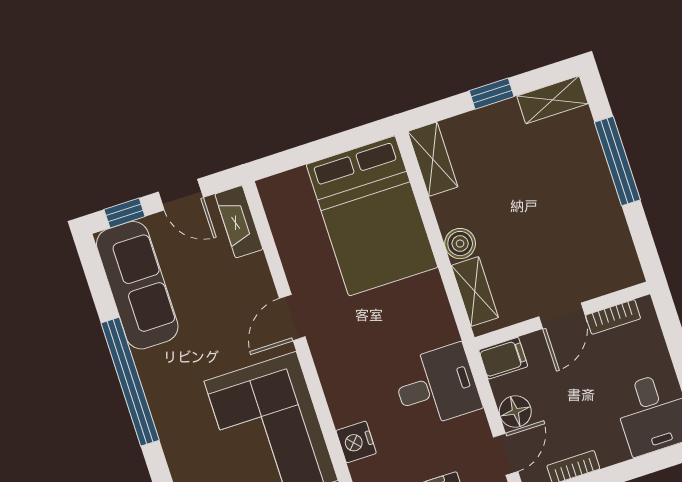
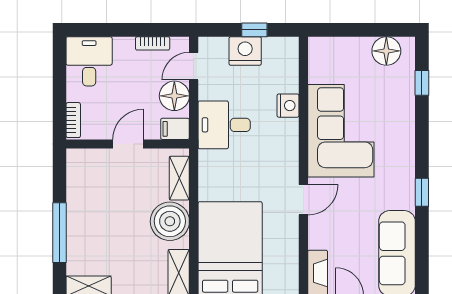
boiler: (460, 244) -> (170, 221), width x1.86, depth x1.86
bookcase: (613, 317) -> (73, 120), moved, turned 90
window: (130, 382) -> (422, 192), width x0.32
floor lamp: (515, 411) -> (174, 96), width x1.38, depth x1.38

